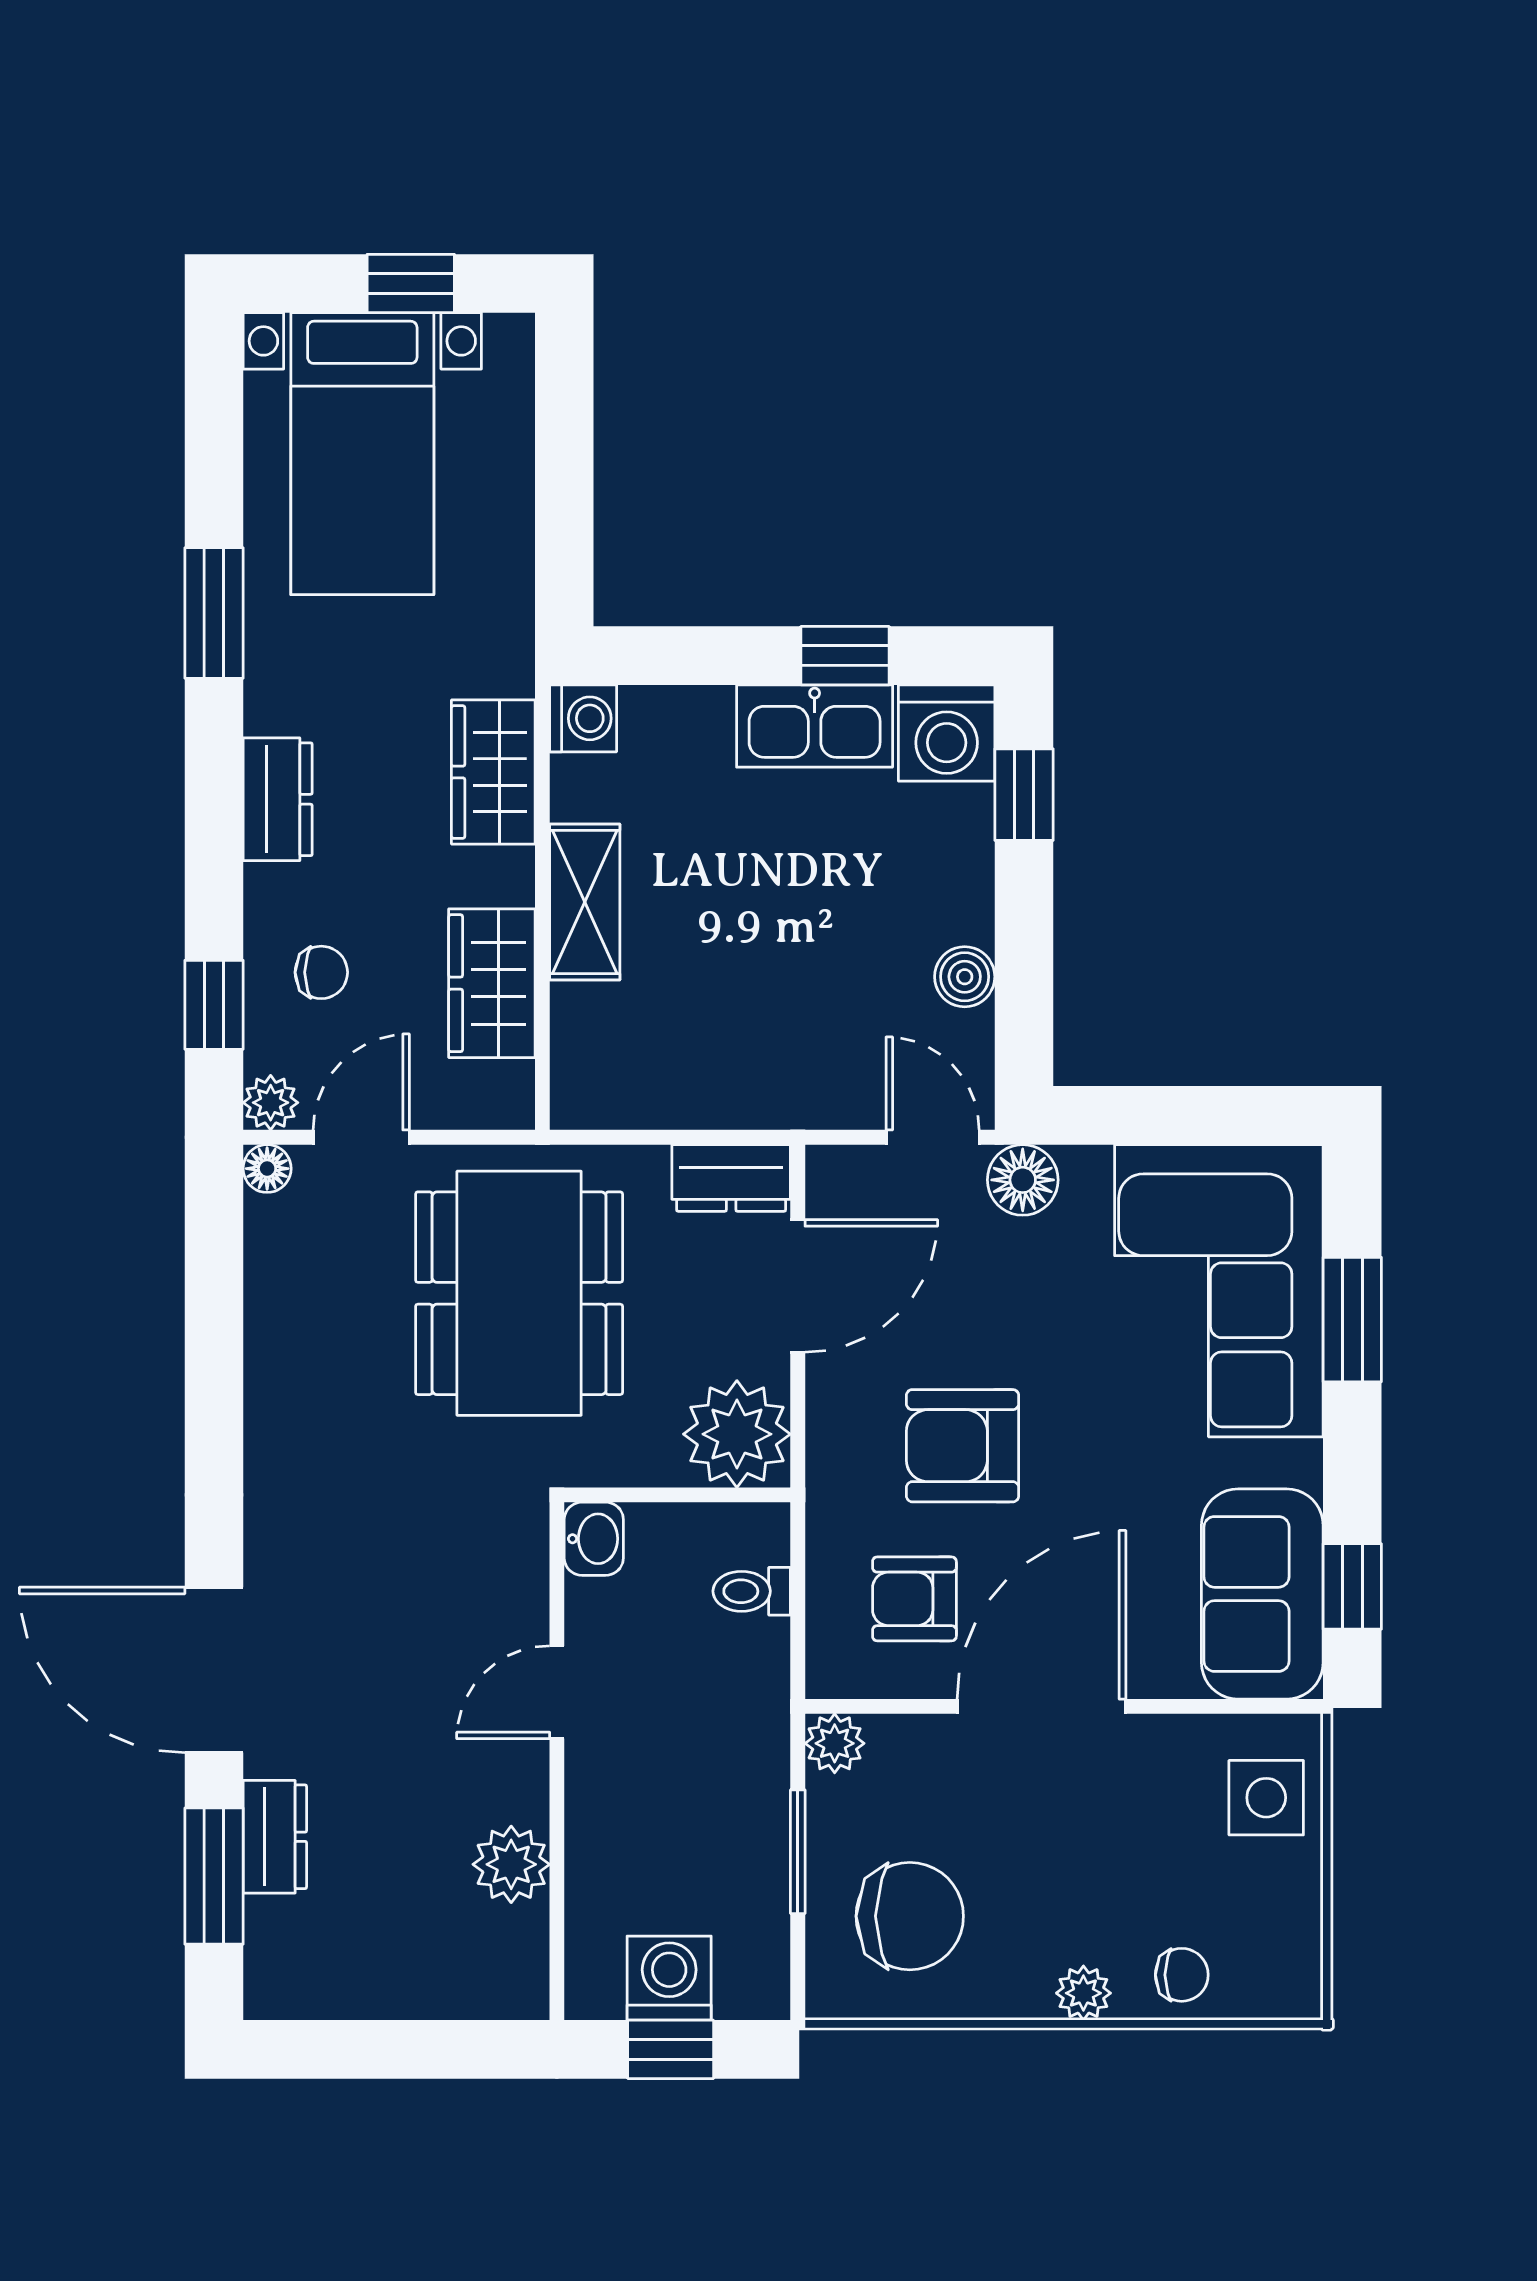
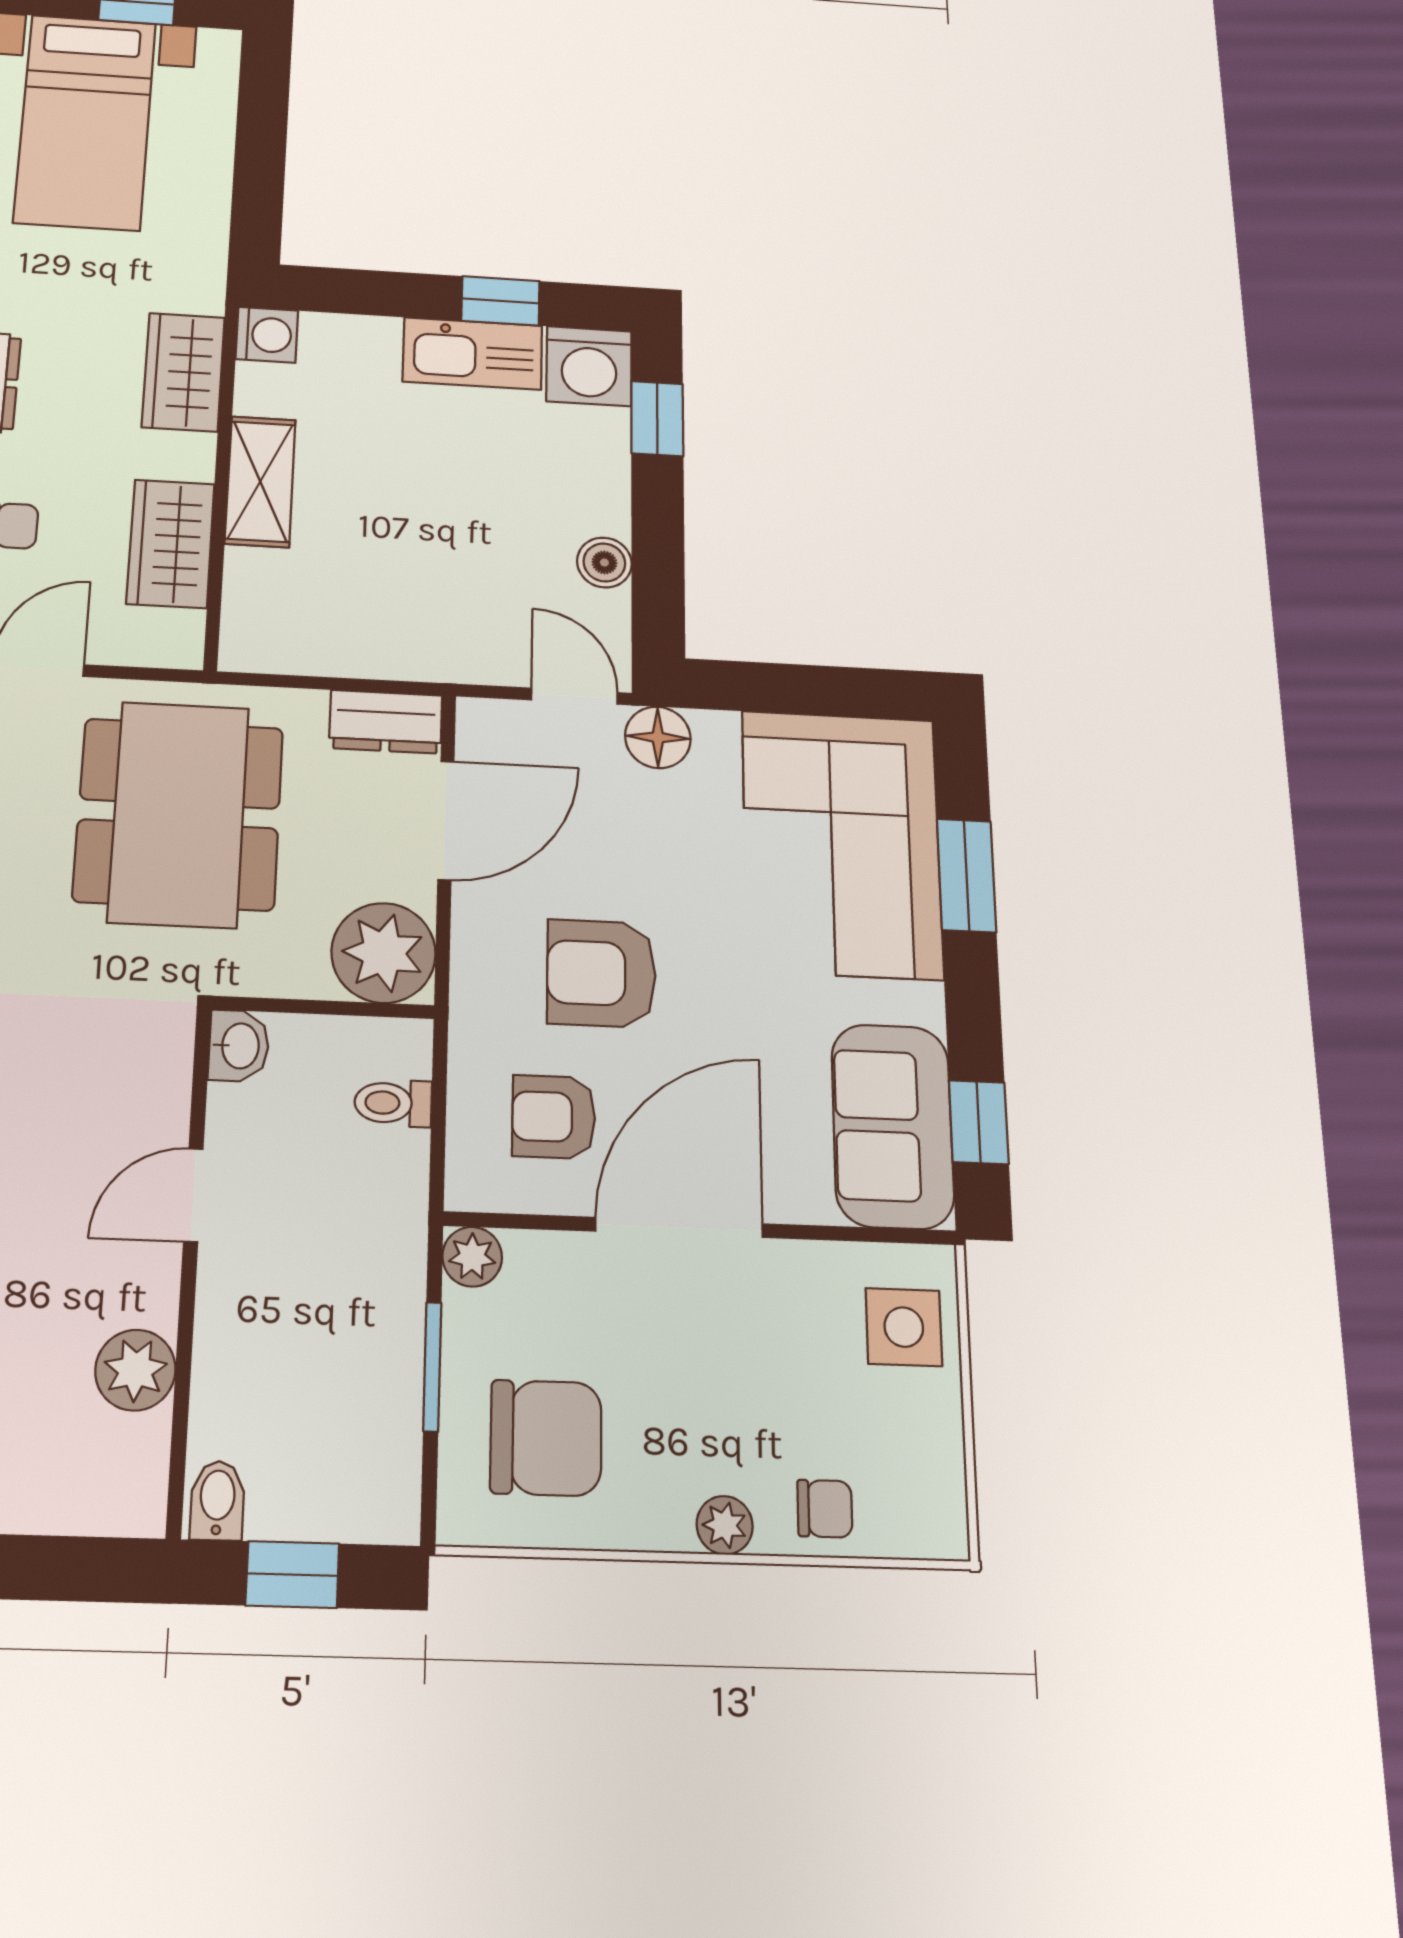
washing machine: (669, 1978) -> (294, 1497), removed
bidet: (596, 1984) -> (217, 1501), added

